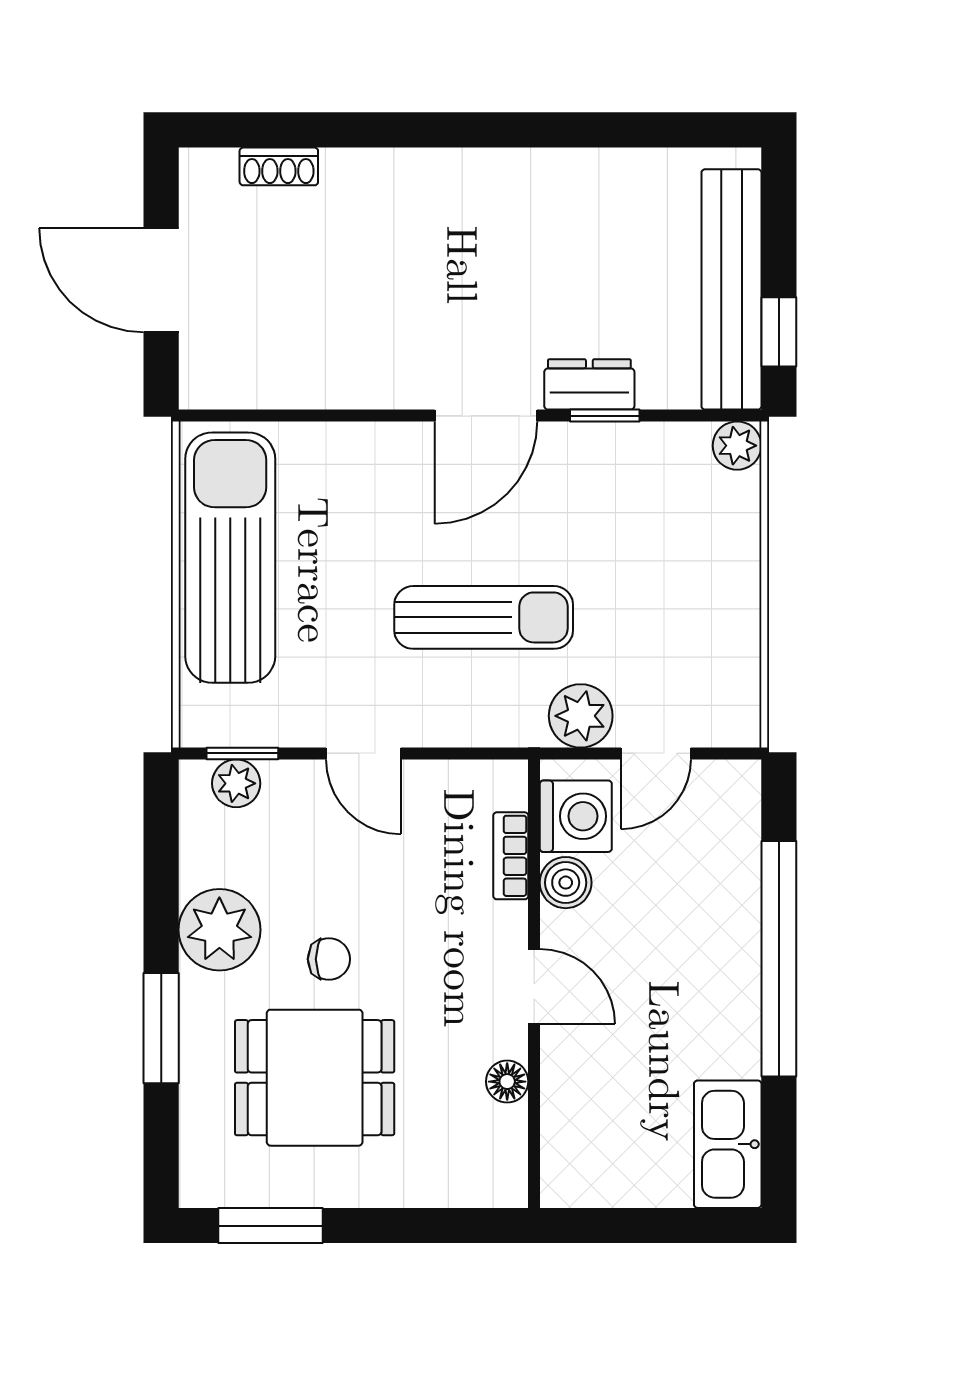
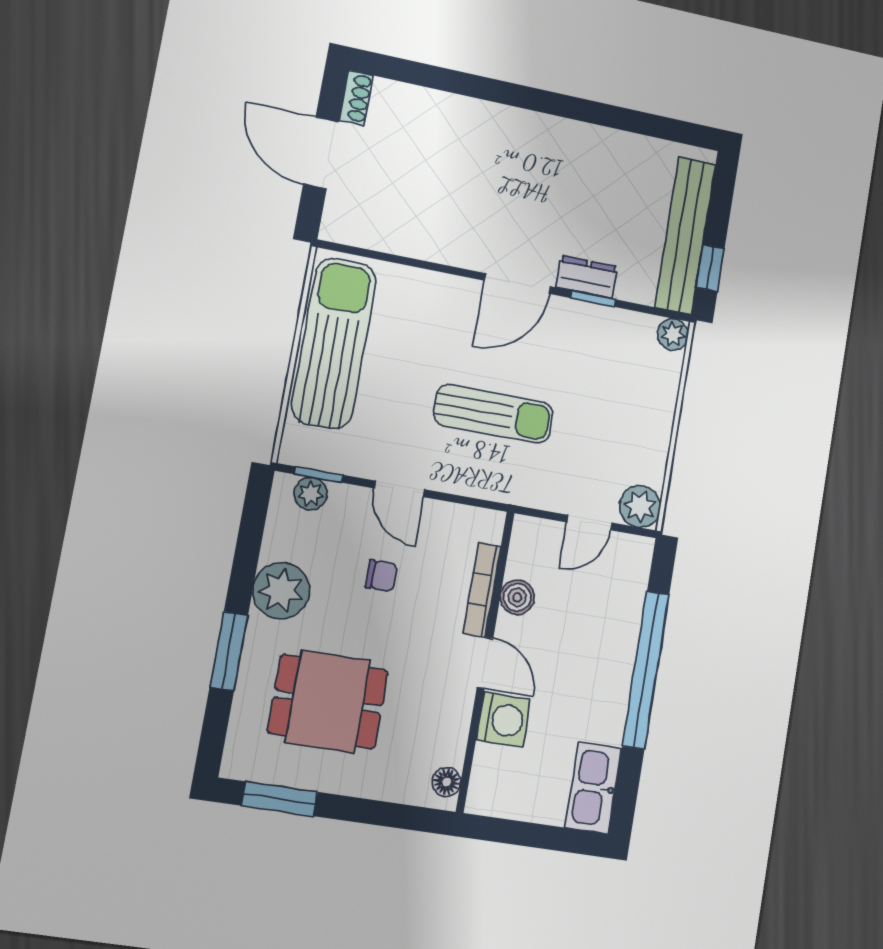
shoe rack: (279, 166) -> (356, 98), moved, turned -90
plant: (581, 716) -> (640, 506), moved
washing machine: (576, 816) -> (503, 720), moved
bookcase: (511, 856) -> (482, 590), width x1.56
chair: (329, 959) -> (381, 576), moved
floor lamp: (507, 1082) -> (447, 782), moved

